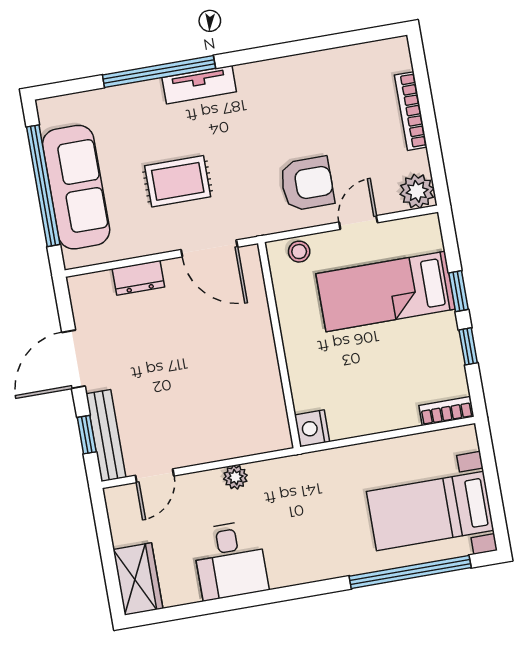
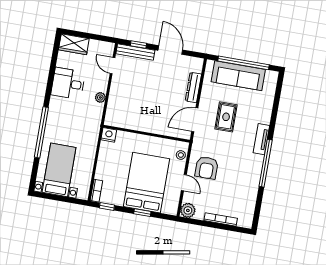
window: (159, 72) -> (266, 163), moved
dresser: (138, 278) -> (193, 87), width x1.44
bed: (386, 291) -> (146, 183), width x1.50
window: (468, 346) -> (107, 206), moved
window: (410, 572) -> (41, 132), moved

